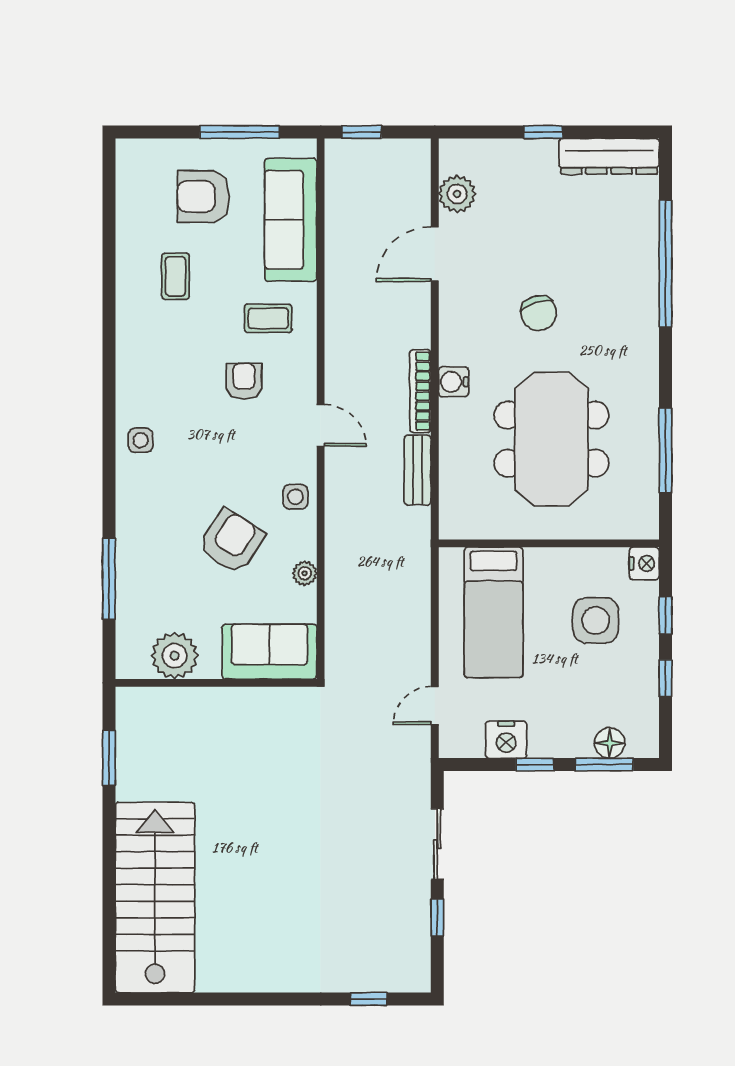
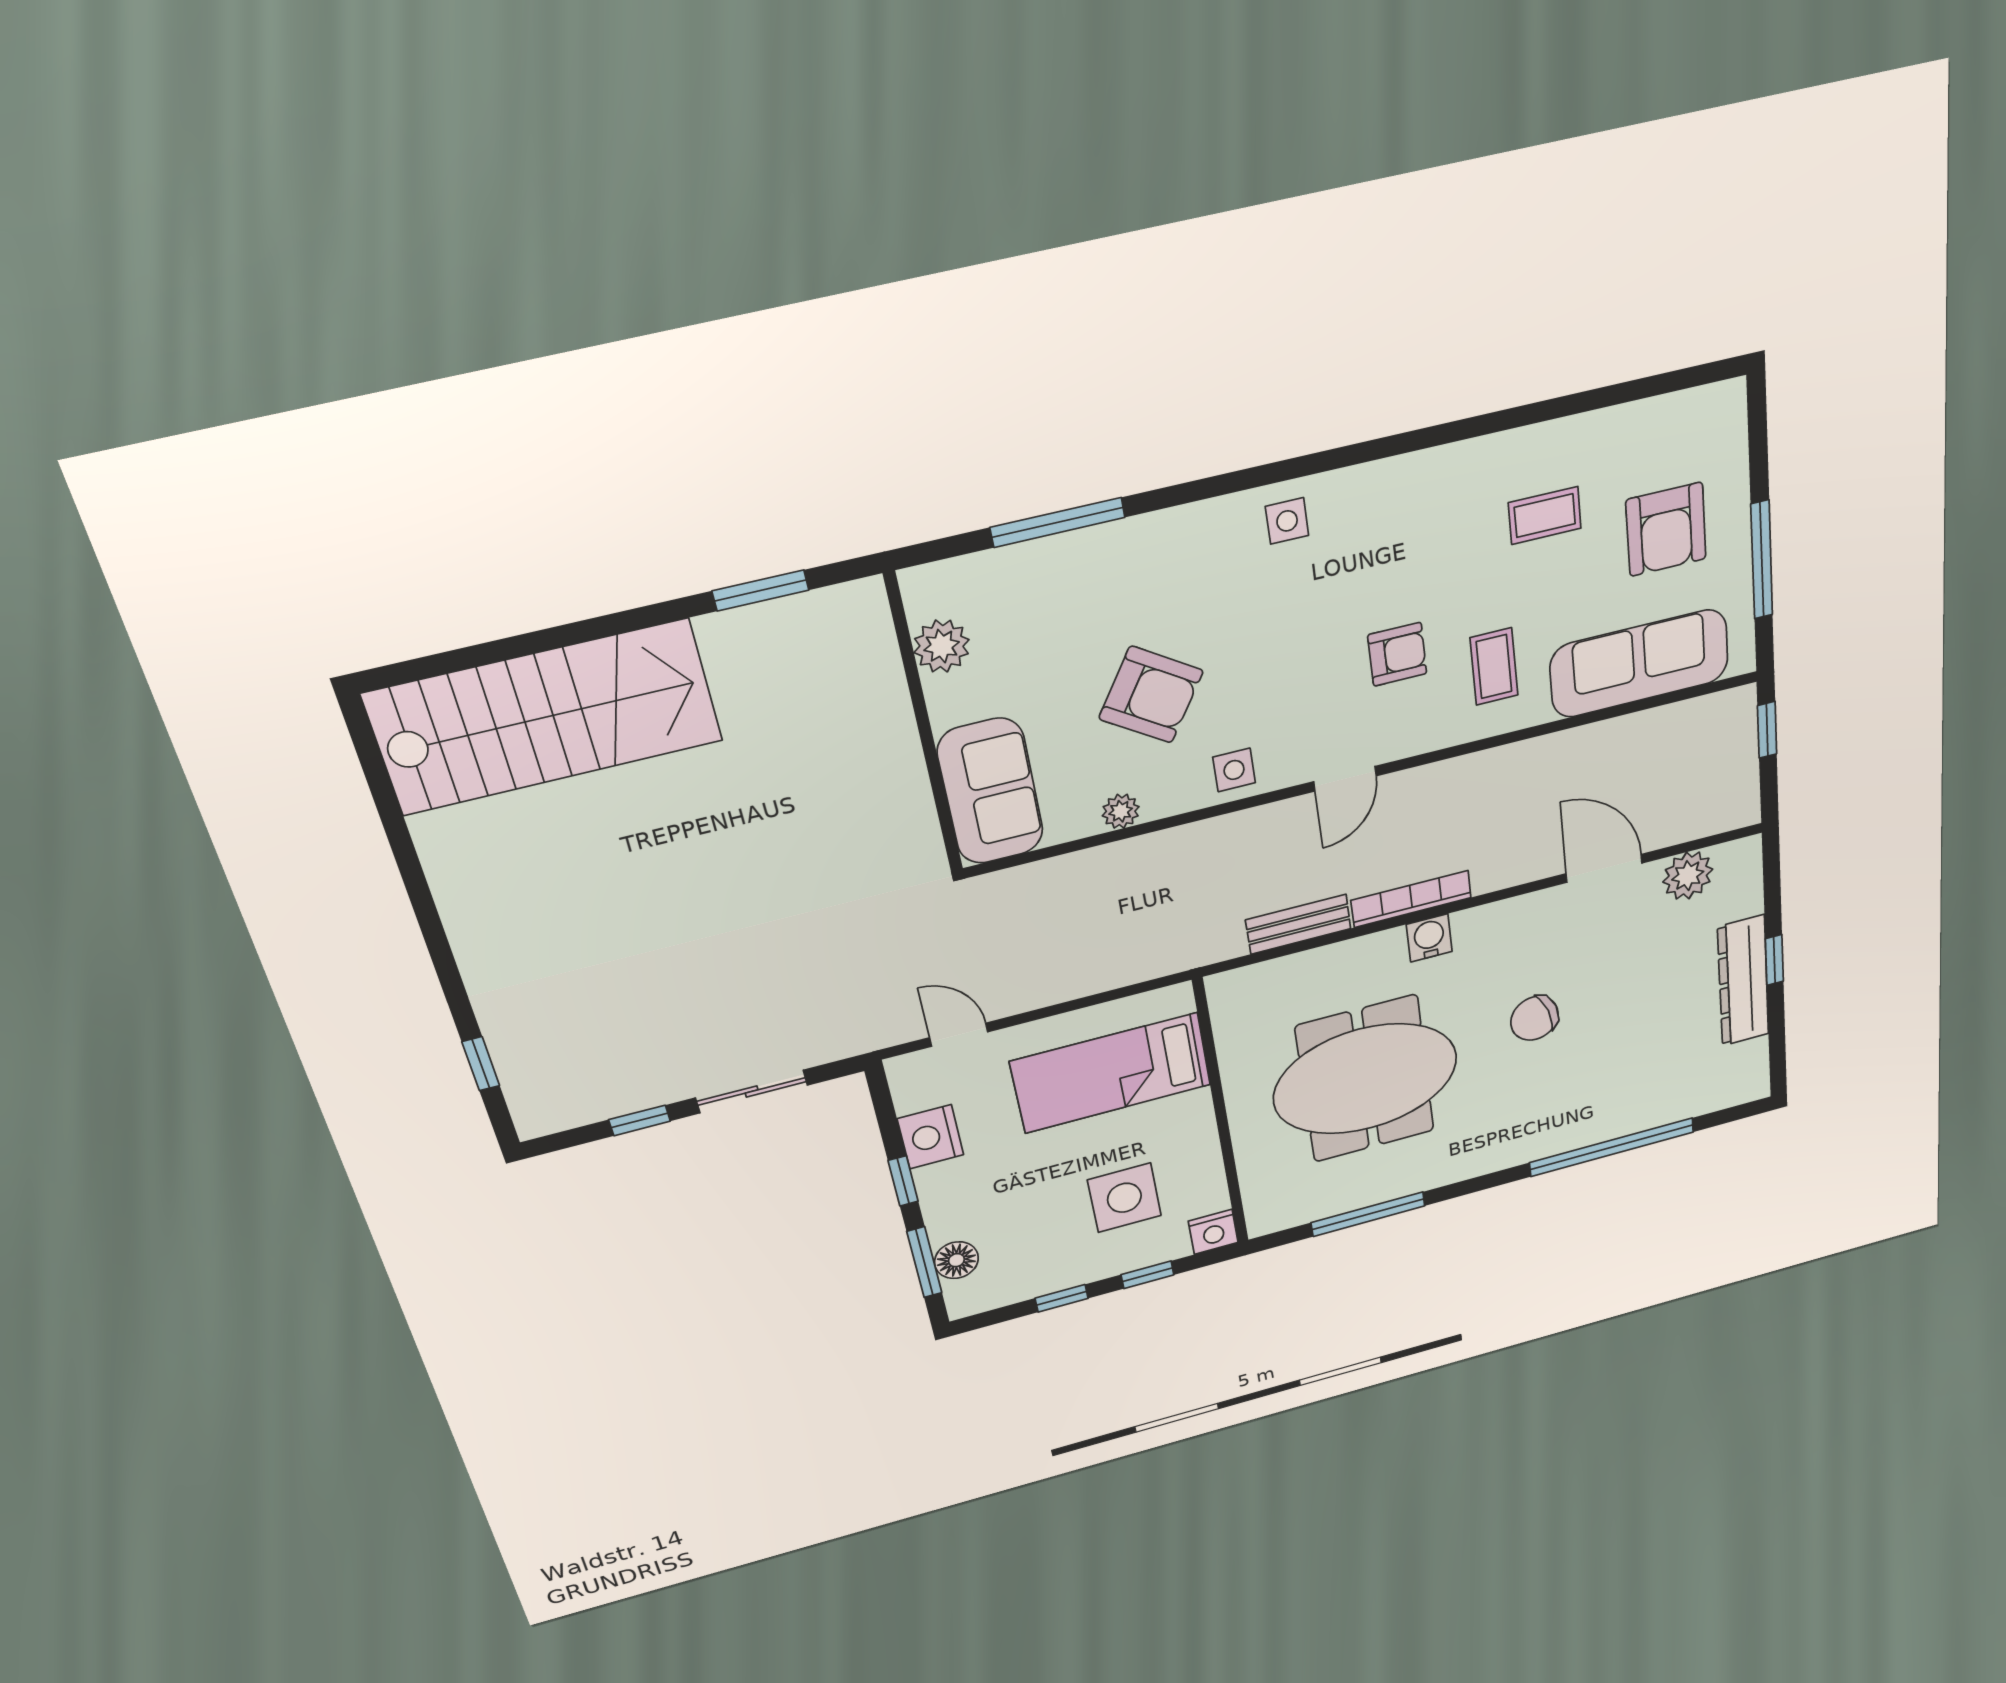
dresser: (609, 156) -> (1743, 981), moved
armchair: (203, 196) -> (1666, 529), turned 180
plant: (175, 656) -> (942, 646), width x0.73, depth x0.73

